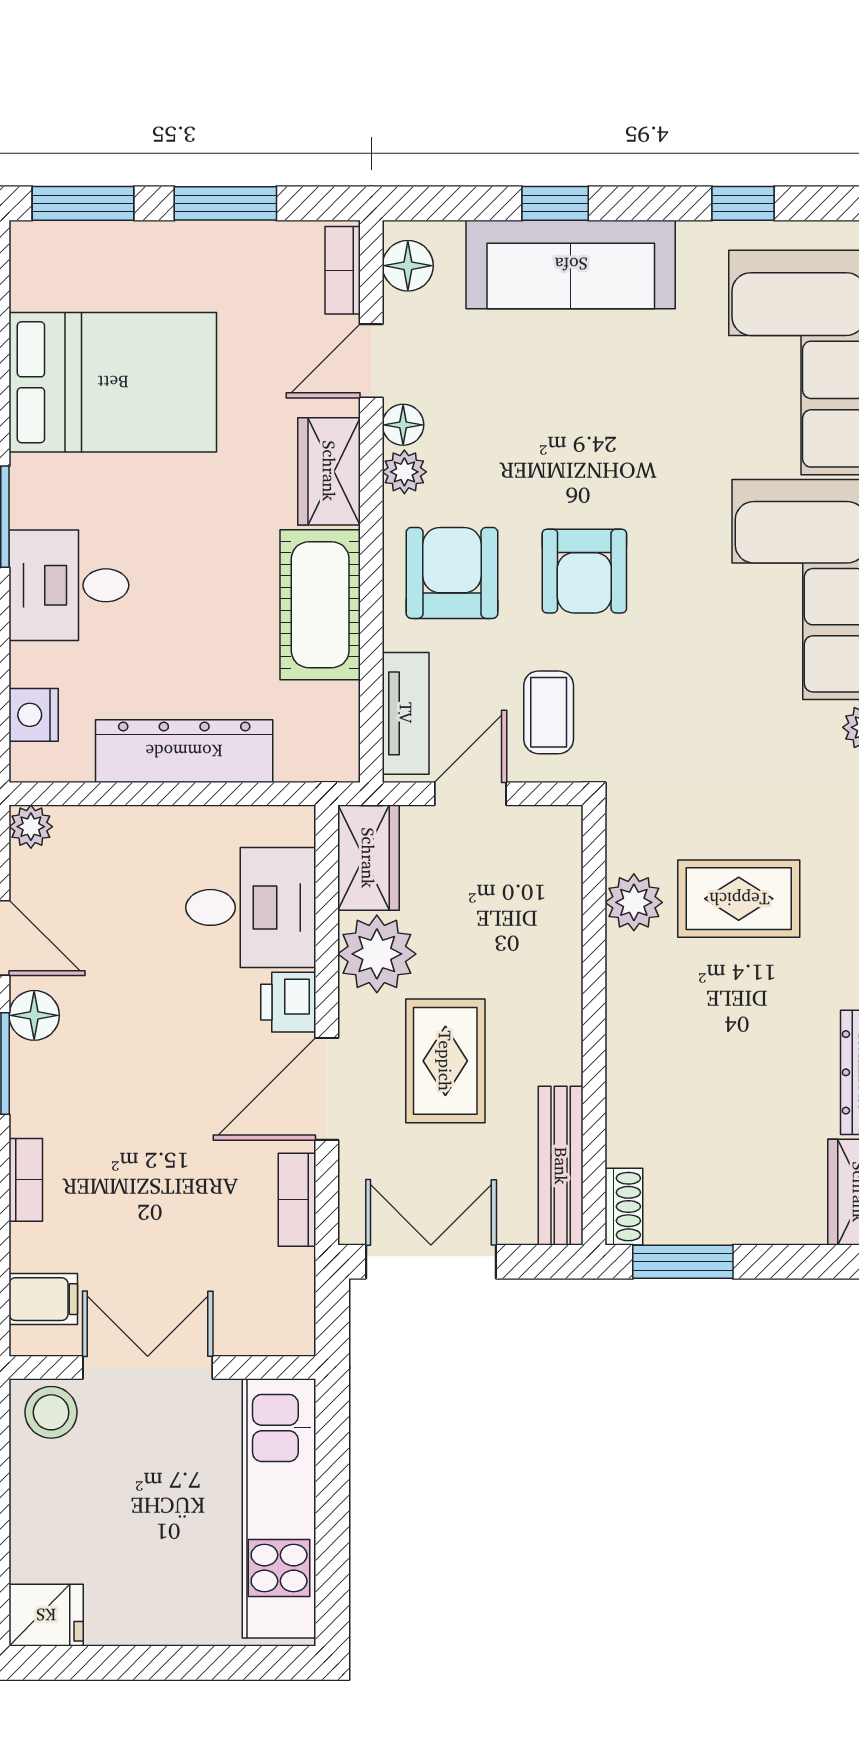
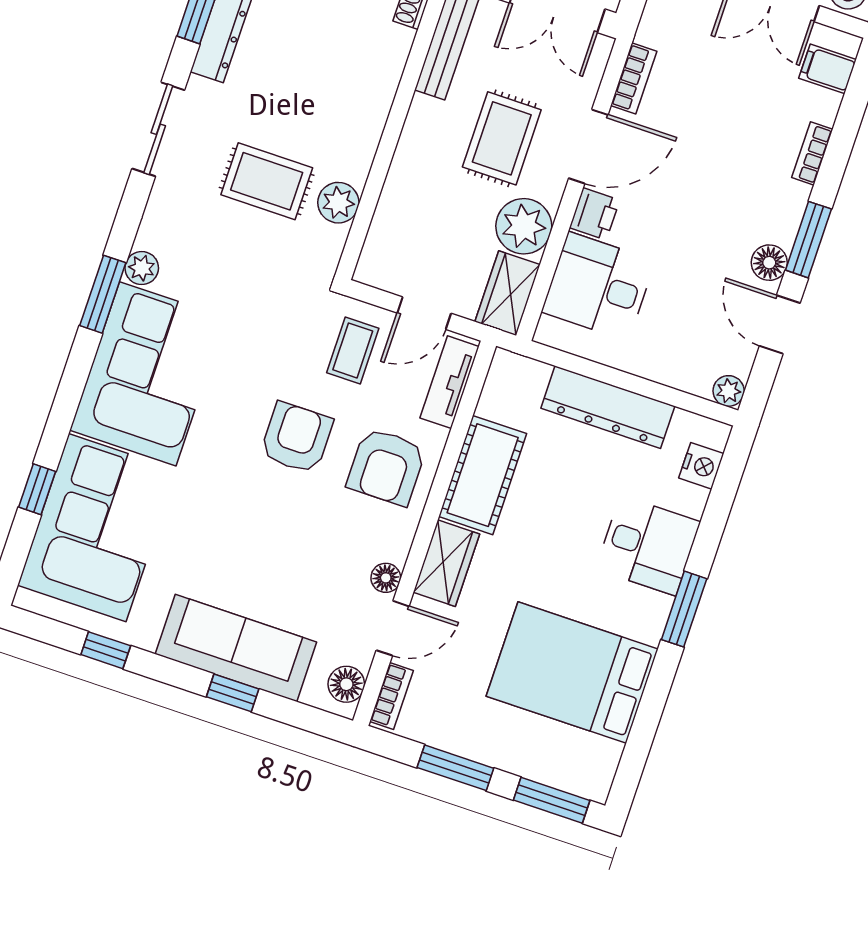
plant: (404, 472) -> (396, 546), removed

